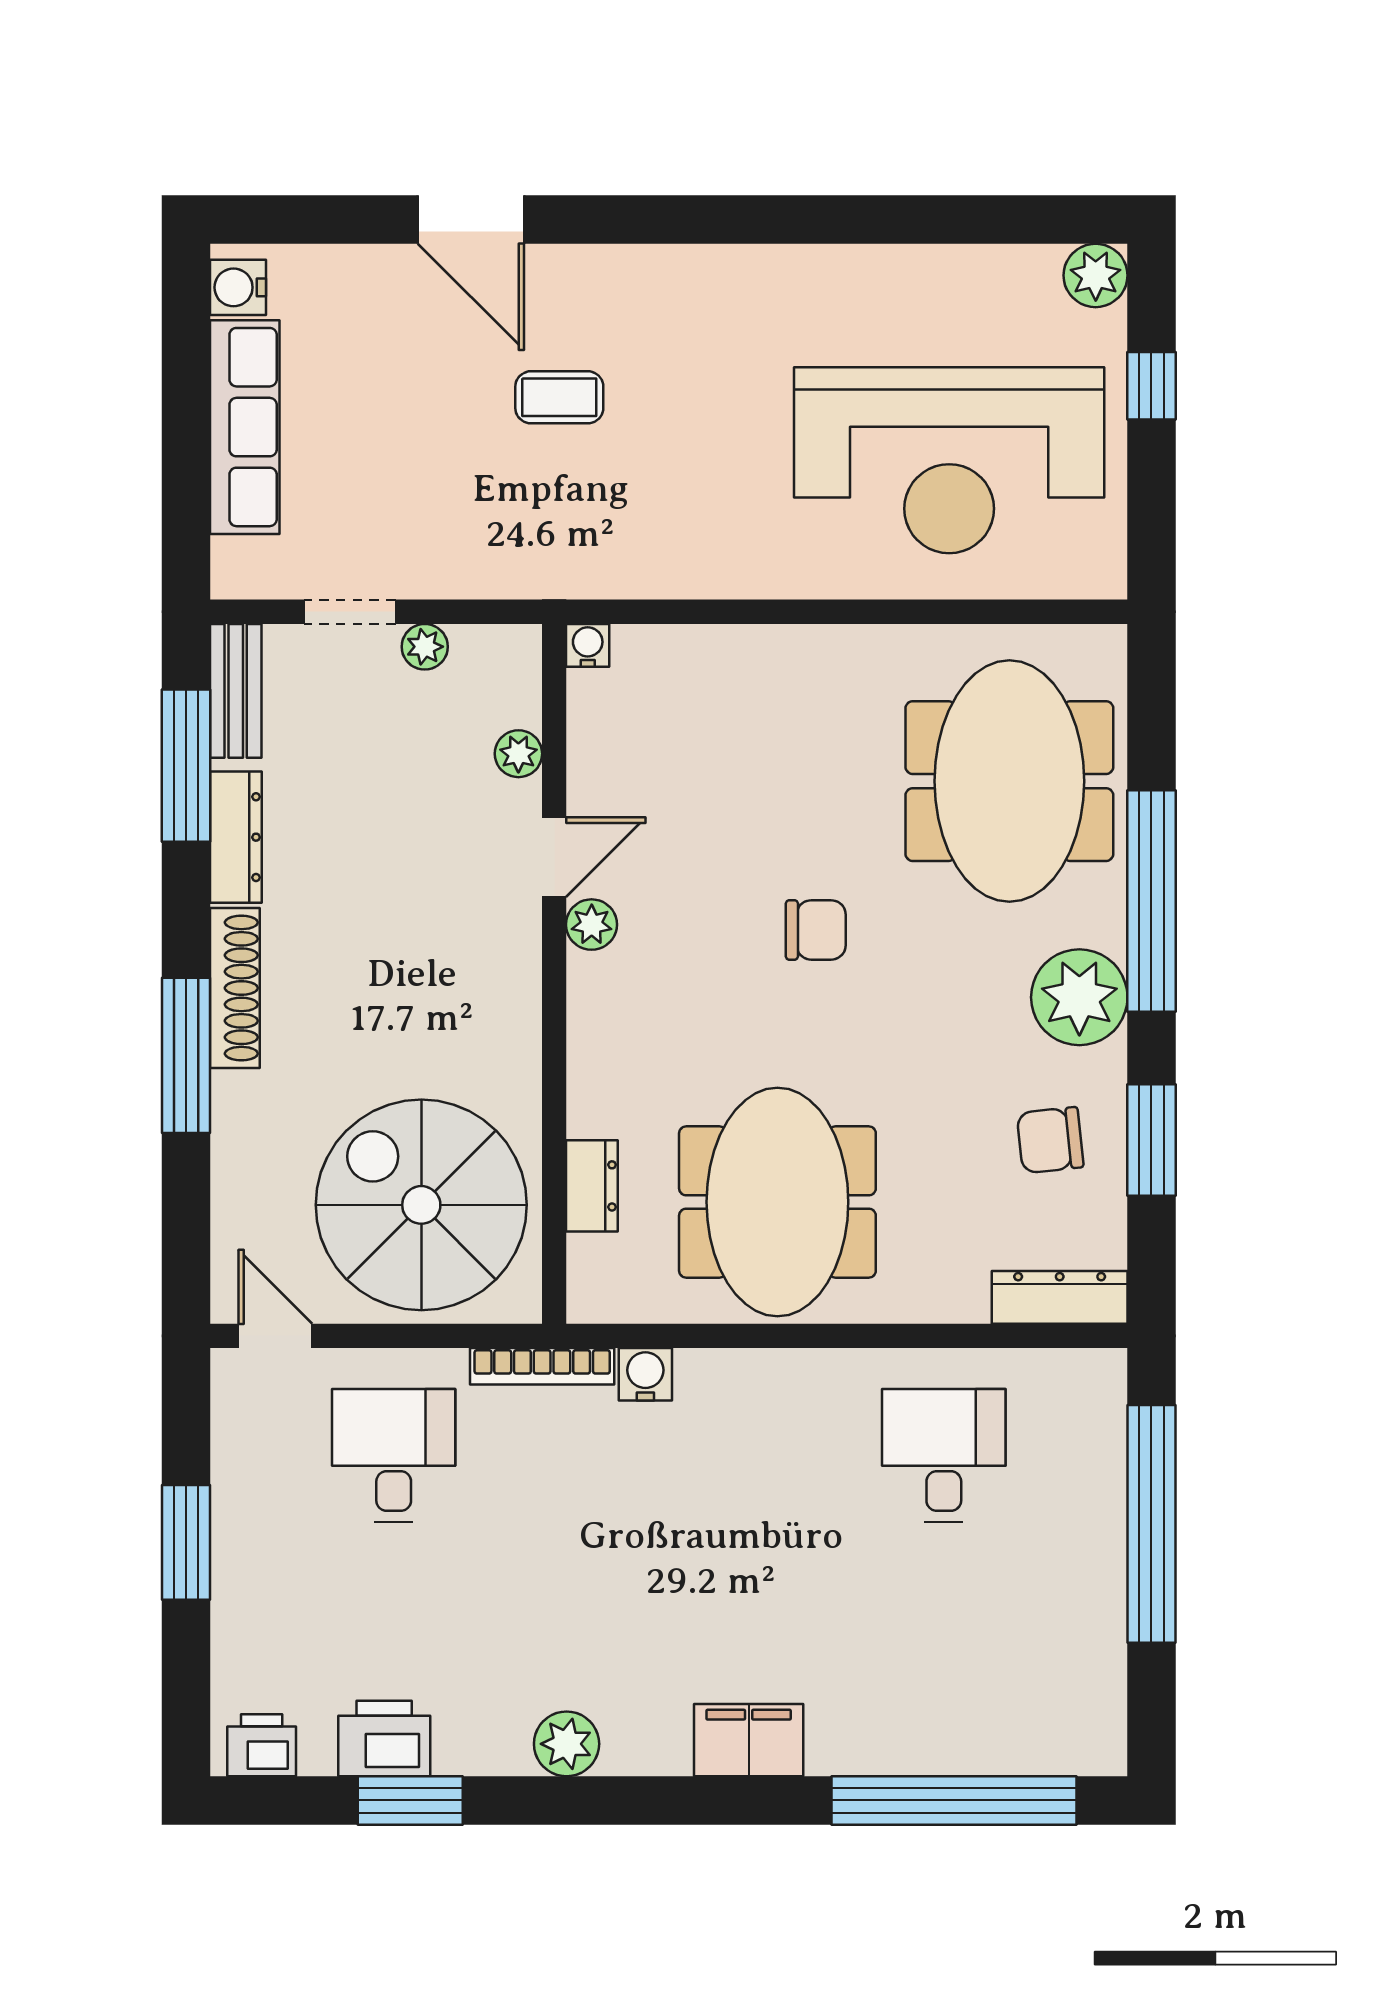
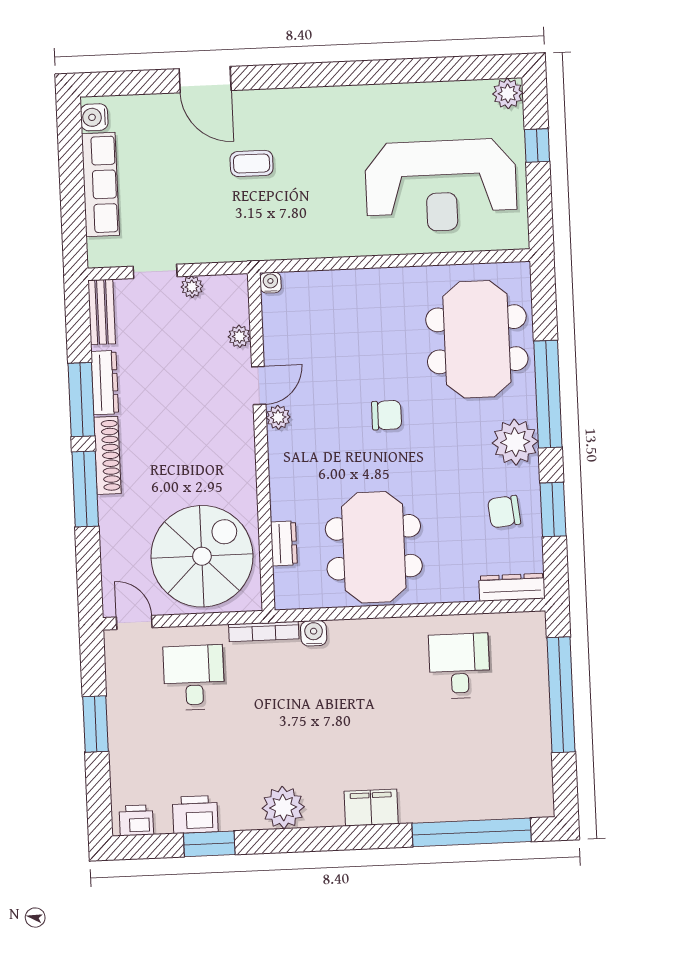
window: (186, 766) -> (81, 400), moved
spiral stairs: (421, 1205) -> (202, 556), turned 90
plant: (567, 1744) -> (283, 808), width x1.36, depth x1.36

